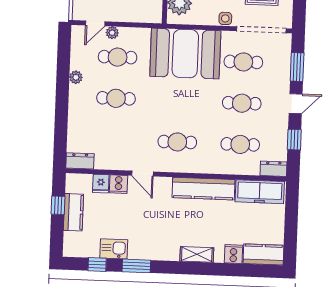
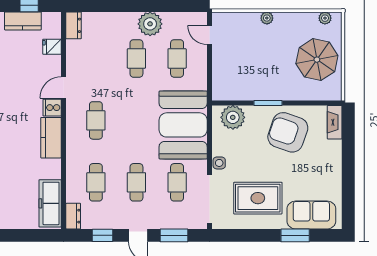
plant: (112, 33) -> (201, 52), removed
plant: (76, 77) -> (150, 24), width x1.88, depth x1.88
cooker: (119, 184) -> (52, 108), moved
kitchen counter: (203, 189) -> (51, 138), width x0.67

